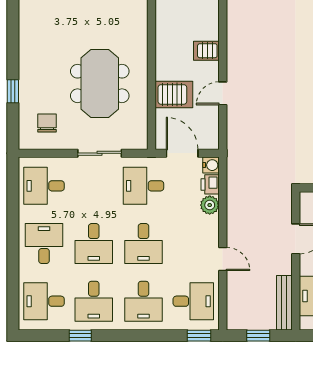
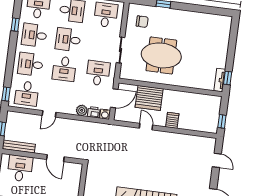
server rack: (174, 94) -> (149, 98), width x1.60
desk: (144, 244) -> (64, 69), turned -90

